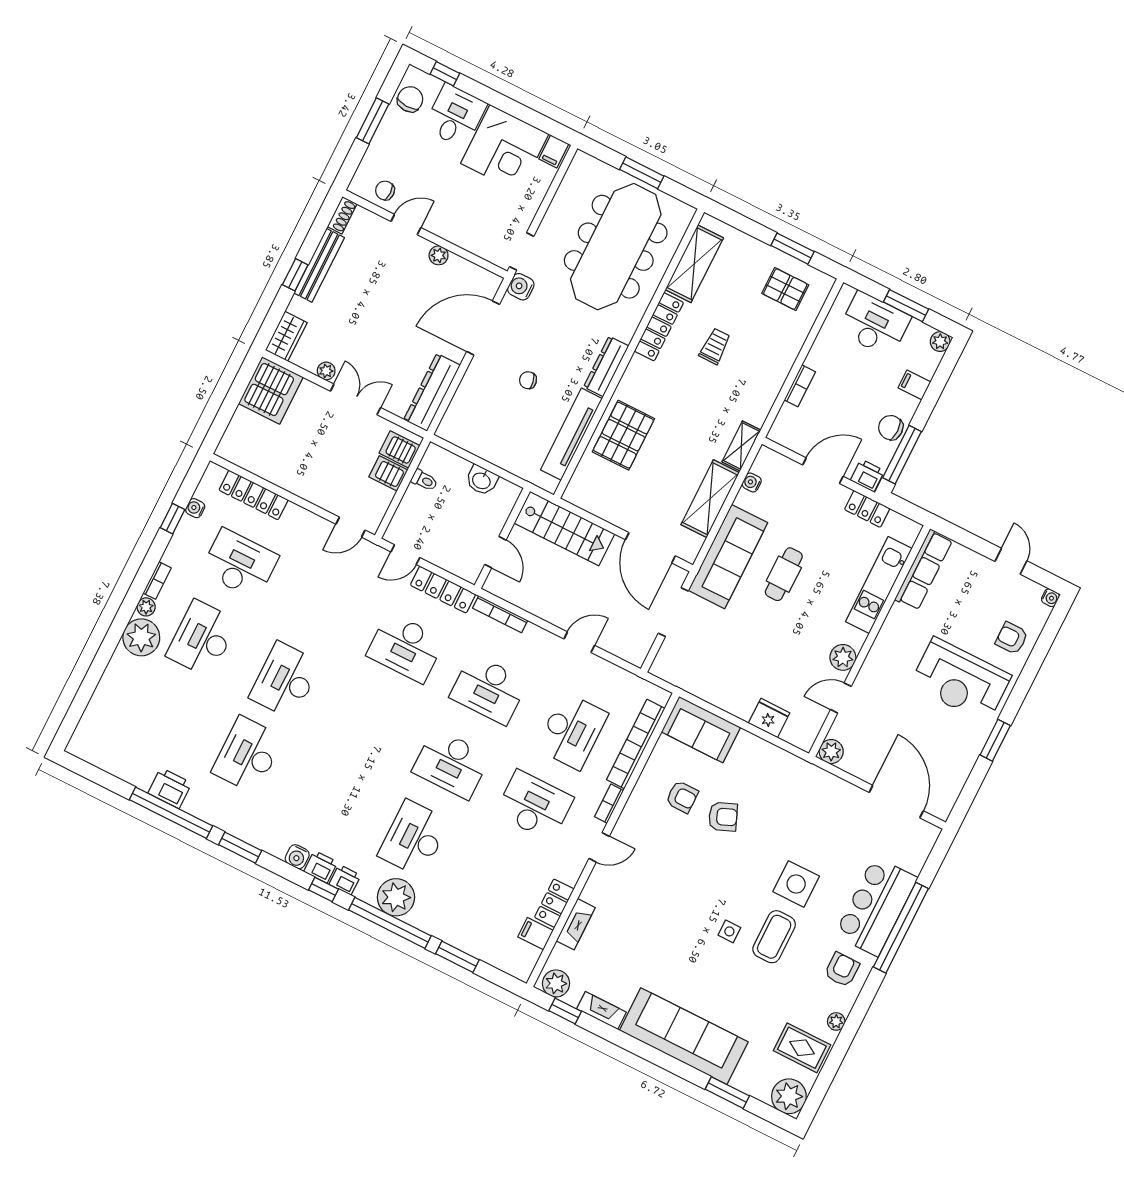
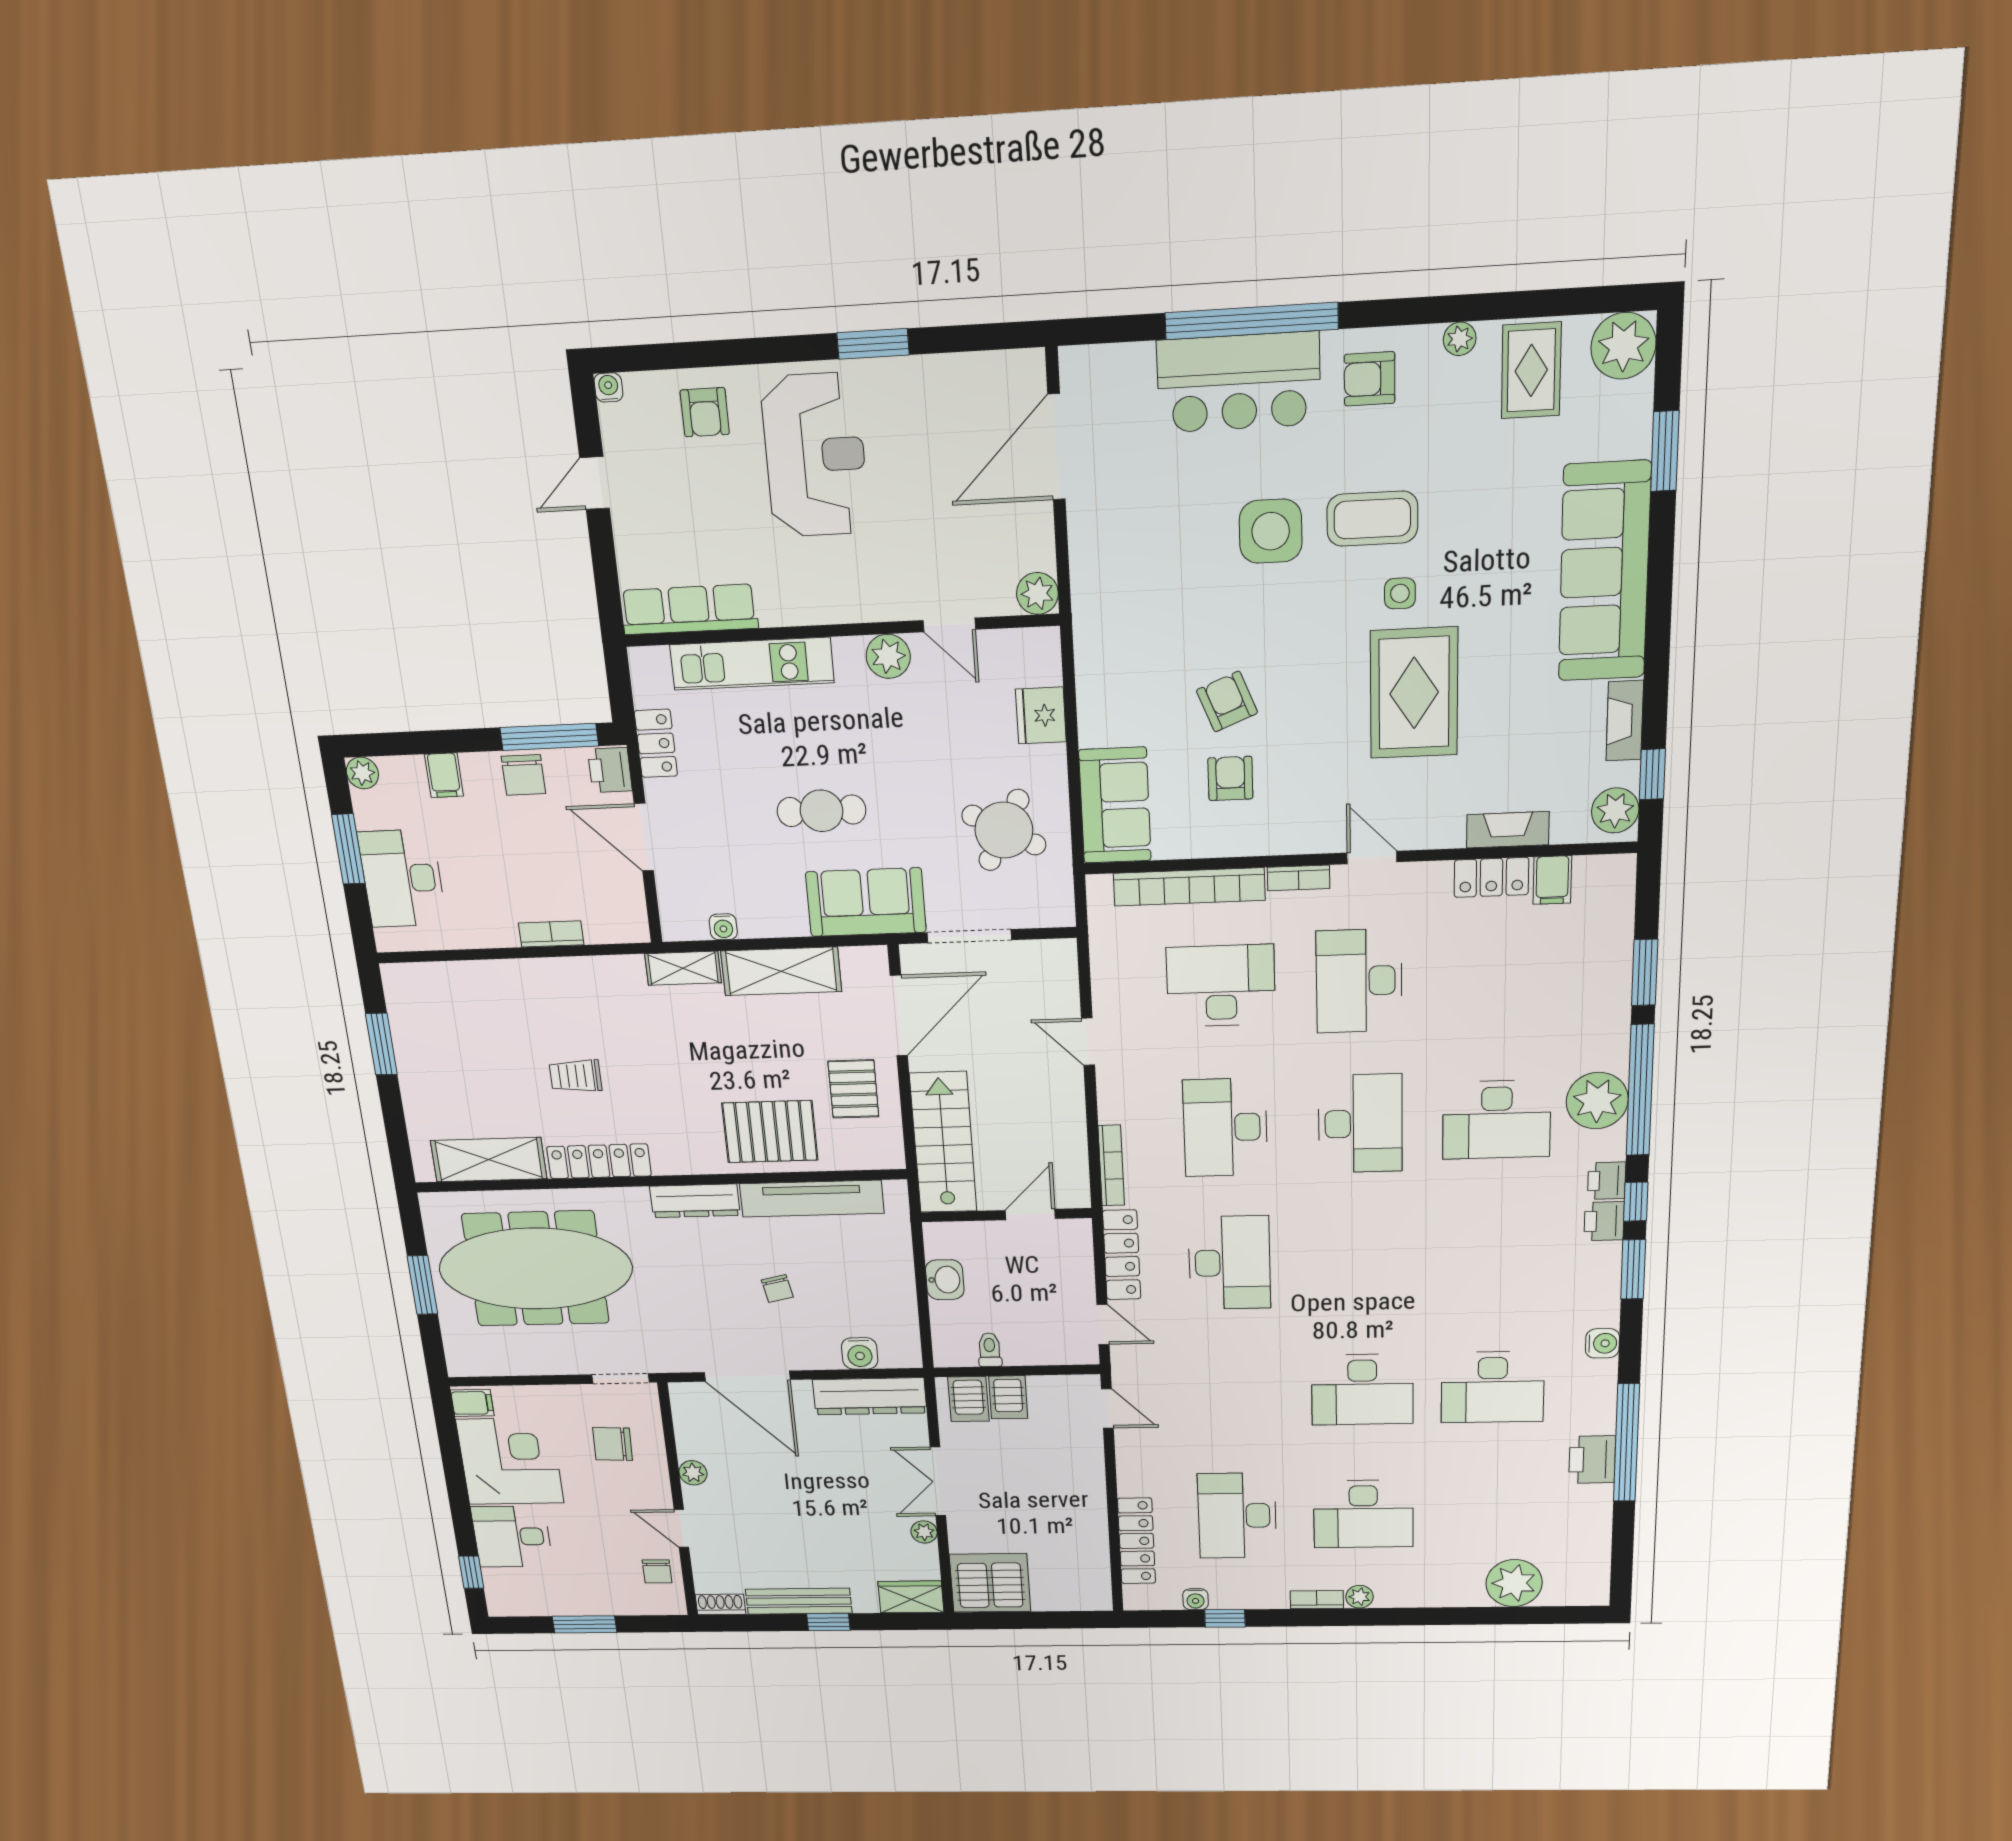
chair: (410, 99) -> (613, 1444), moved
water cooler: (521, 287) -> (860, 1353), moved
pallet: (785, 289) -> (853, 1089), moved
sofa: (728, 557) -> (866, 902), width x0.73
plant: (141, 637) -> (1514, 1583), moved
round table: (720, 664) -> (1004, 830), added
desk: (489, 689) -> (1225, 1127), turned 180
window: (240, 848) -> (1633, 1269), moved
water cooler: (297, 857) -> (1602, 1343), moved
rug: (675, 913) -> (1414, 693), added

